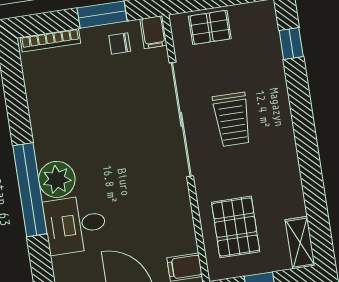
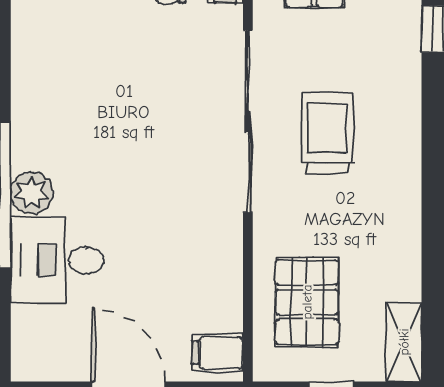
trolley: (232, 119) -> (327, 133), turned 180
plant: (57, 179) -> (32, 193), width x0.73, depth x0.73

